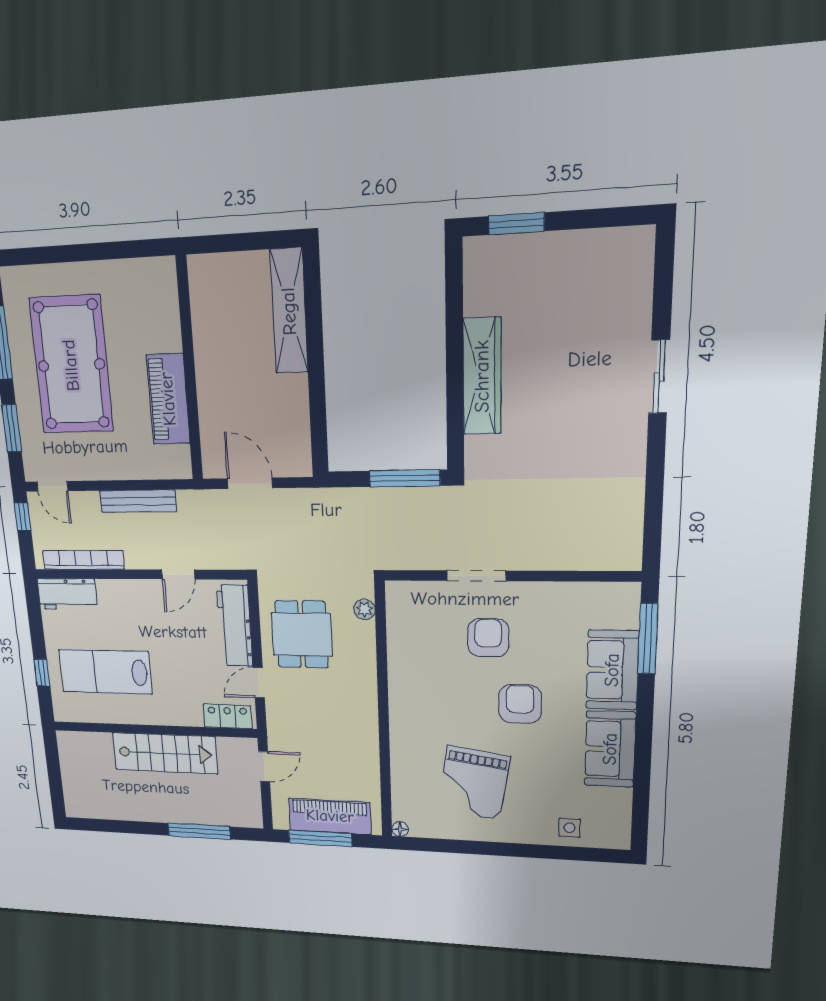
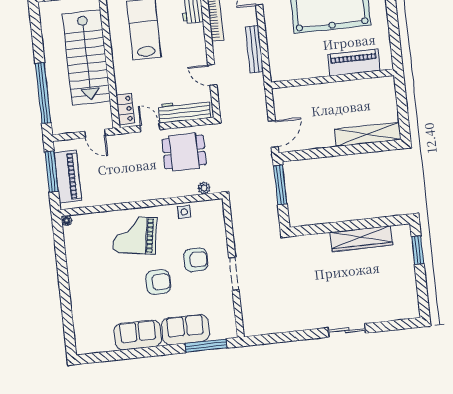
wardrobe: (482, 376) -> (361, 239), moved
piano: (168, 399) -> (354, 62), moved
window: (405, 478) -> (280, 185), moved
door: (250, 483) -> (273, 134), moved
doorway: (476, 576) -> (234, 274), moved
stairs: (165, 753) -> (87, 58), width x1.36, depth x1.51
grand piano: (474, 783) -> (135, 235), moved
side table: (569, 828) -> (184, 212), moved
window: (199, 831) -> (43, 93), width x1.46

